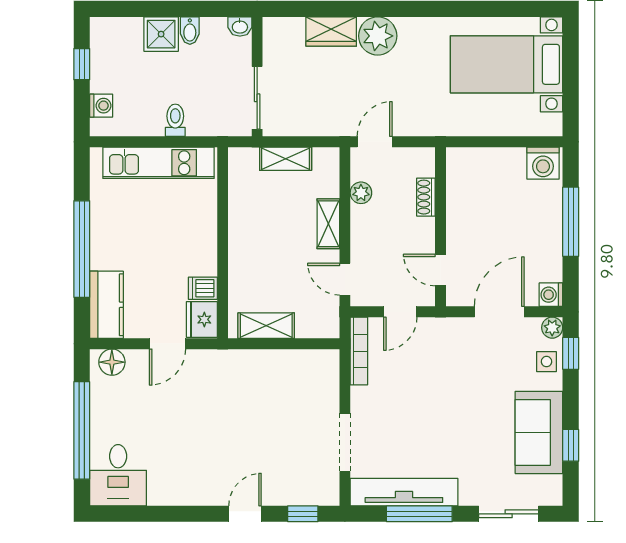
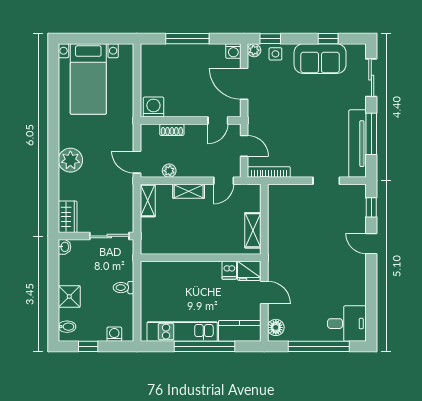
bidet: (190, 31) -> (67, 327), moved
wardrobe: (331, 31) -> (68, 217), moved
shelving: (286, 159) -> (148, 201), moved
kitchen unit: (159, 163) -> (182, 332), moved, turned -90
washing machine: (543, 163) -> (153, 107), moved, turned -90
doorway: (345, 442) -> (326, 181), width x0.73

